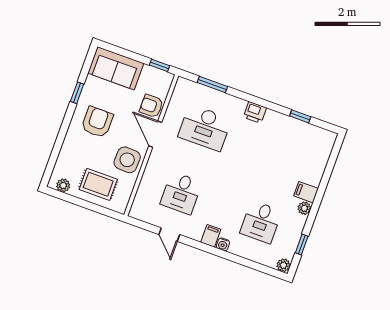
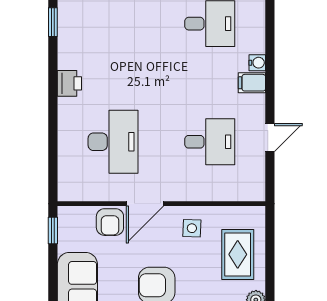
window: (212, 85) -> (53, 152), removed
side table: (127, 160) -> (192, 228), width x0.54, depth x0.54

